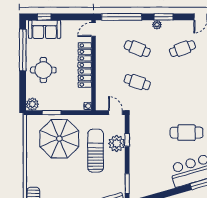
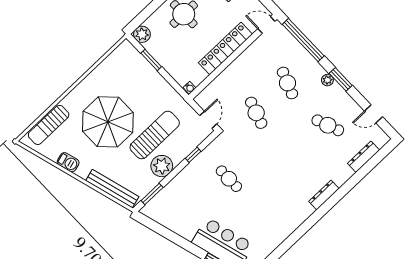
cafe table: (187, 133) -> (229, 179), moved, width x0.73, depth x0.74
parasol: (59, 139) -> (108, 122), moved
plant: (117, 143) -> (162, 166), moved

